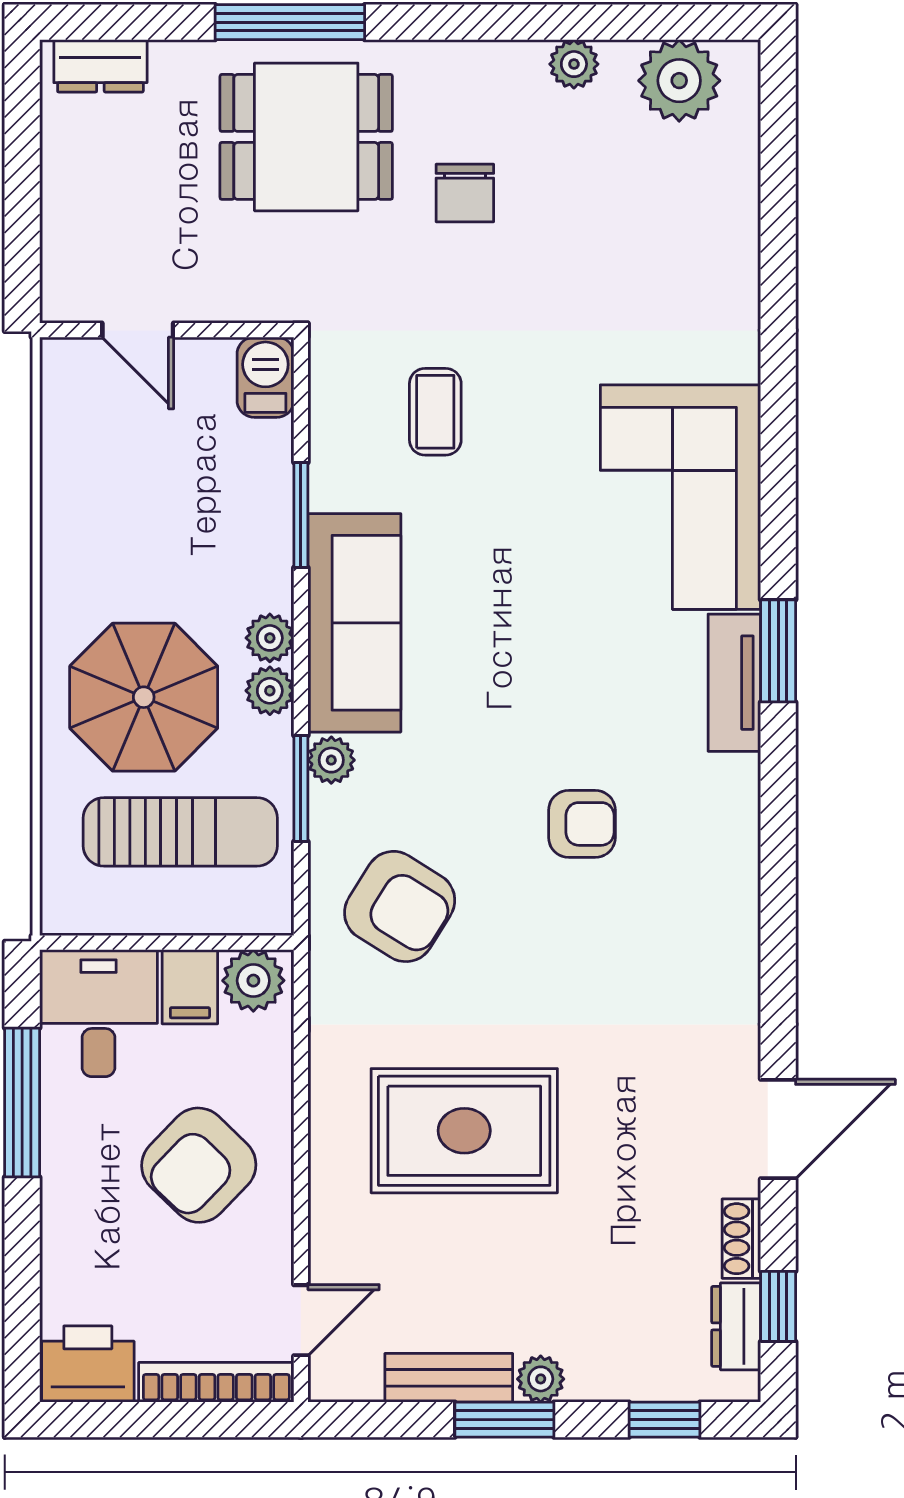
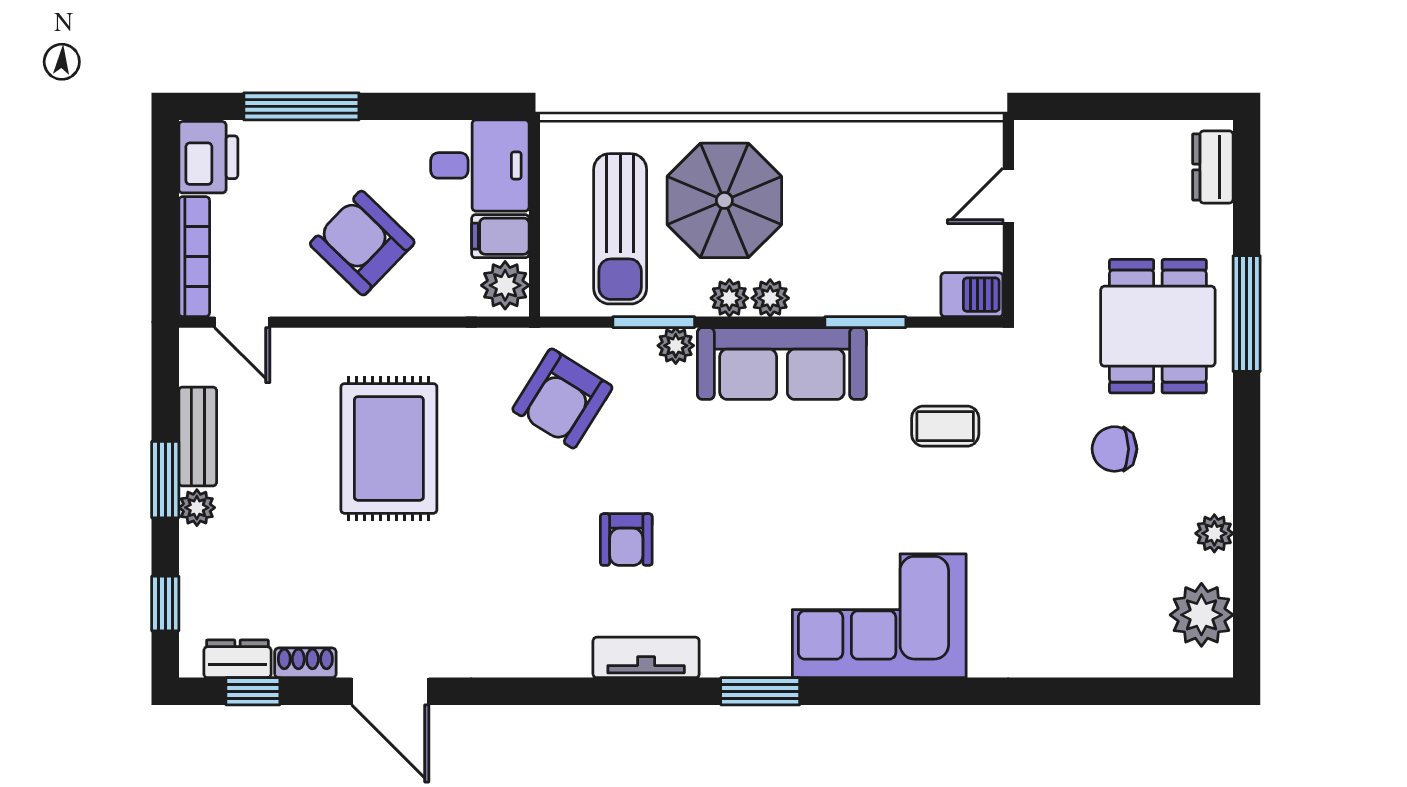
tv unit: (734, 683) -> (646, 657), moved
window: (22, 1103) -> (301, 106), moved

